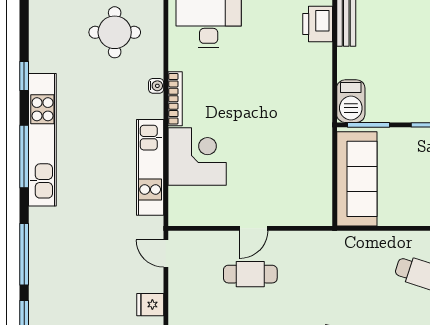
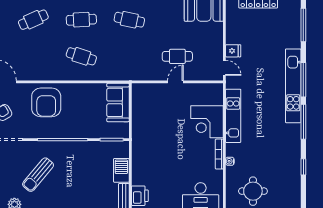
barbecue: (351, 101) -> (121, 170), moved
kitchen unit: (42, 140) -> (293, 86), moved
sofa: (357, 179) -> (118, 102), width x0.73
window: (24, 254) -> (303, 80), moved
fridge: (150, 305) -> (233, 51), moved

